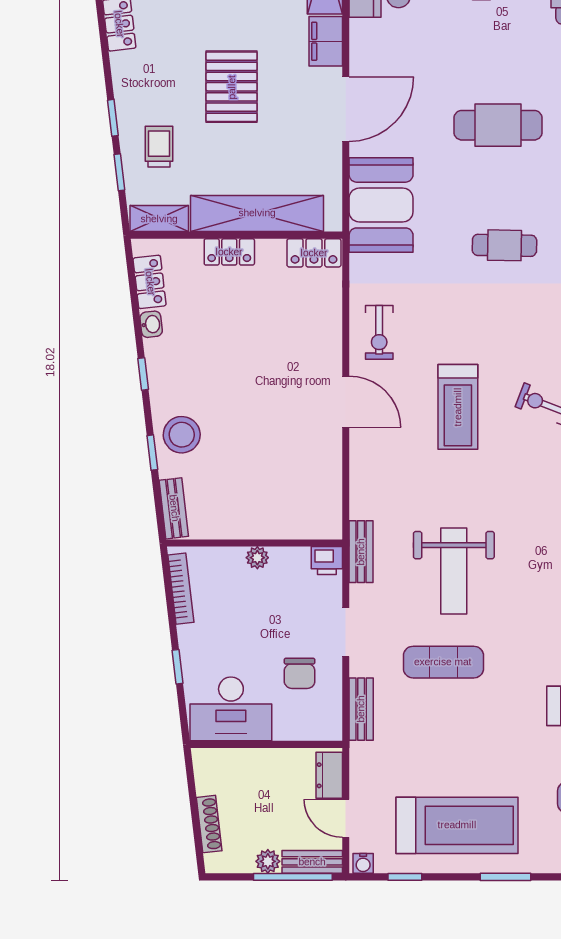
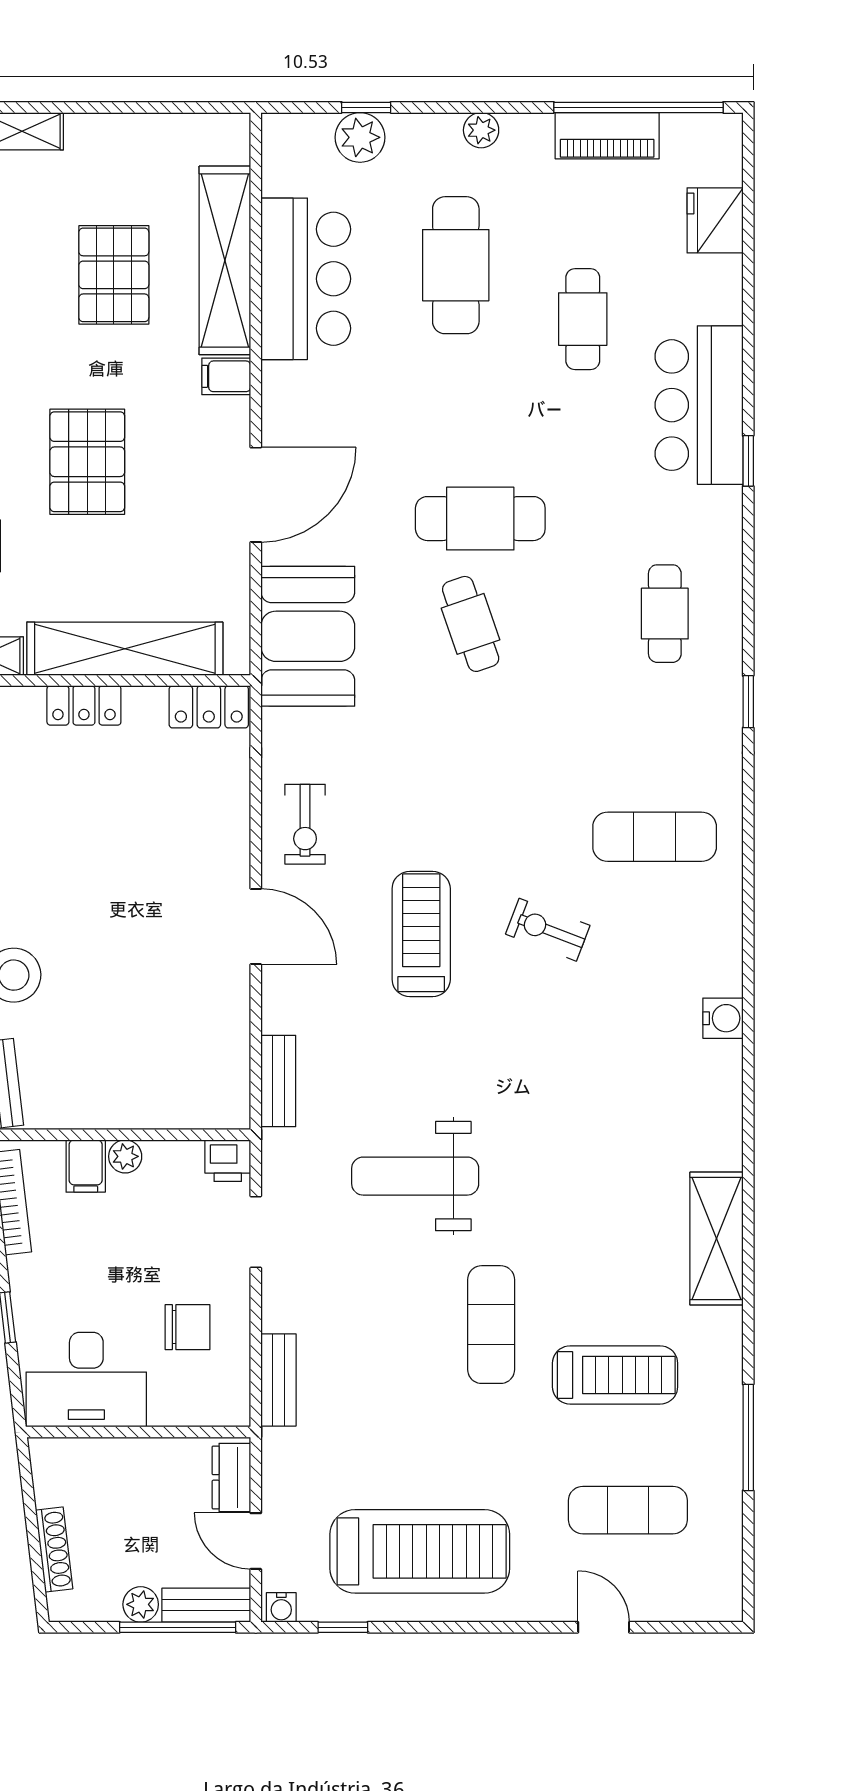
filing cabinet: (326, 41) -> (226, 376), width x0.50
cafe table: (504, 245) -> (471, 624), moved, turned 70
treadmill: (458, 407) -> (421, 934), turned 180
bench: (361, 552) -> (278, 1081), moved
filing cabinet: (230, 564) -> (86, 1166), added
weight bench: (454, 571) -> (415, 1176), turned 90
doorway: (346, 632) -> (256, 1232), moved
exercise mat: (443, 662) -> (491, 1325), moved, turned 90
chair: (300, 673) -> (188, 1327), turned -90
window: (505, 877) -> (491, 1627), removed

